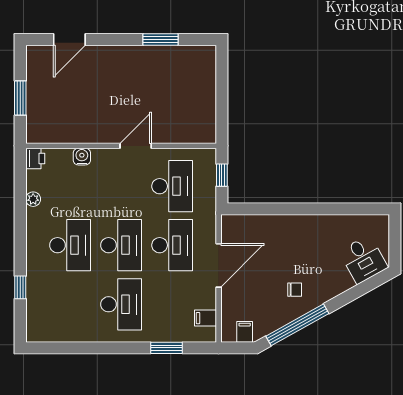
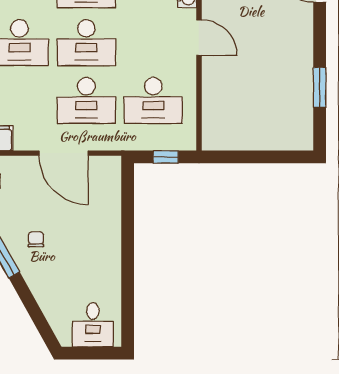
door: (136, 146) -> (199, 38), moved
desk: (363, 259) -> (93, 325), moved, turned -61
chair: (295, 290) -> (36, 239), turned 180

